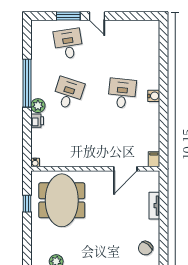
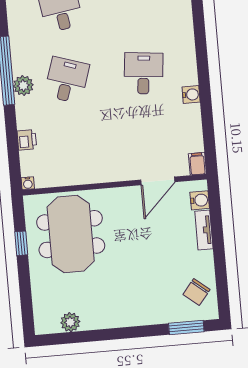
water cooler: (154, 96) -> (191, 95), moved
plant: (38, 106) -> (23, 86), moved
printer: (37, 121) -> (27, 140), moved
water cooler: (153, 185) -> (200, 200), added

